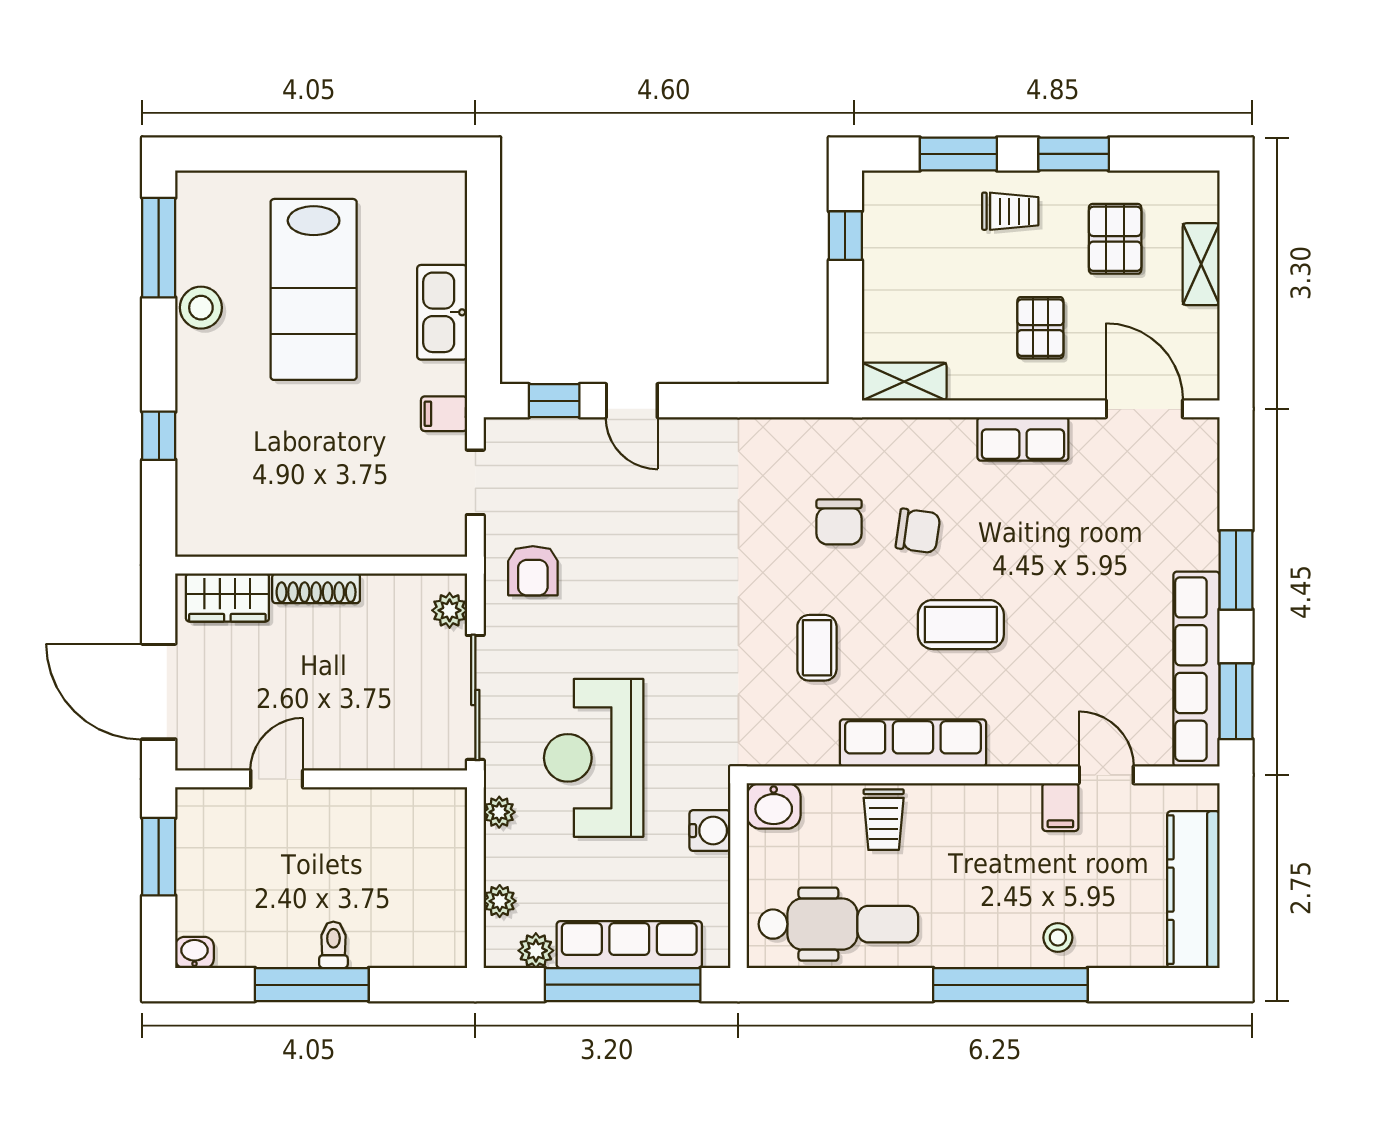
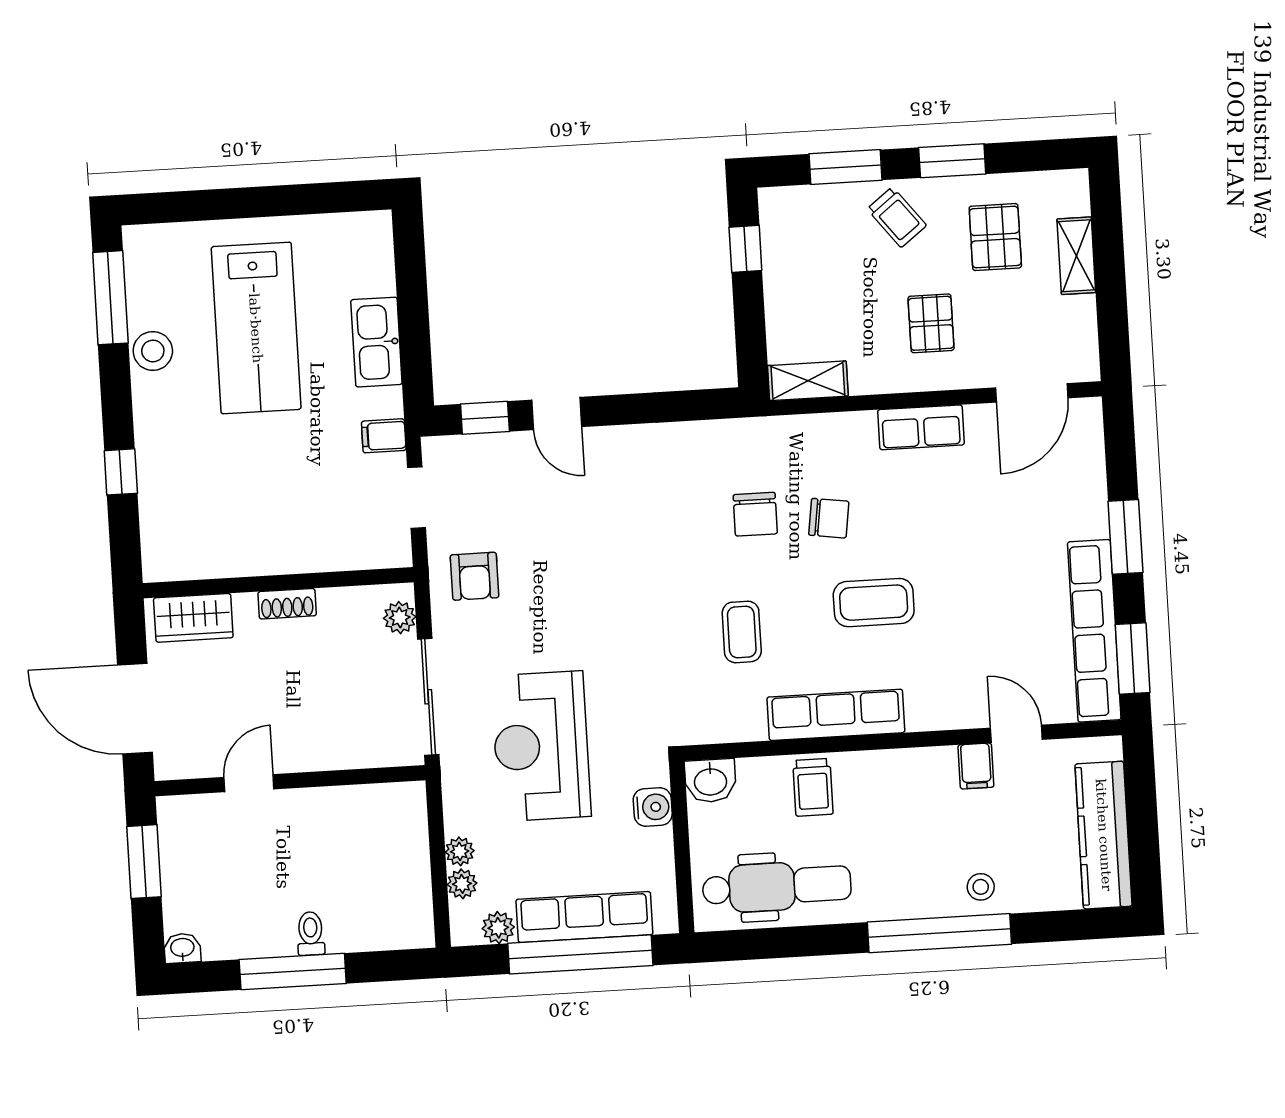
trolley: (1010, 211) -> (897, 217), turned 52
door: (1144, 409) -> (1032, 393), swing flipped
shoe rack: (316, 588) -> (287, 604), width x0.70
plant: (499, 812) -> (460, 851), moved

